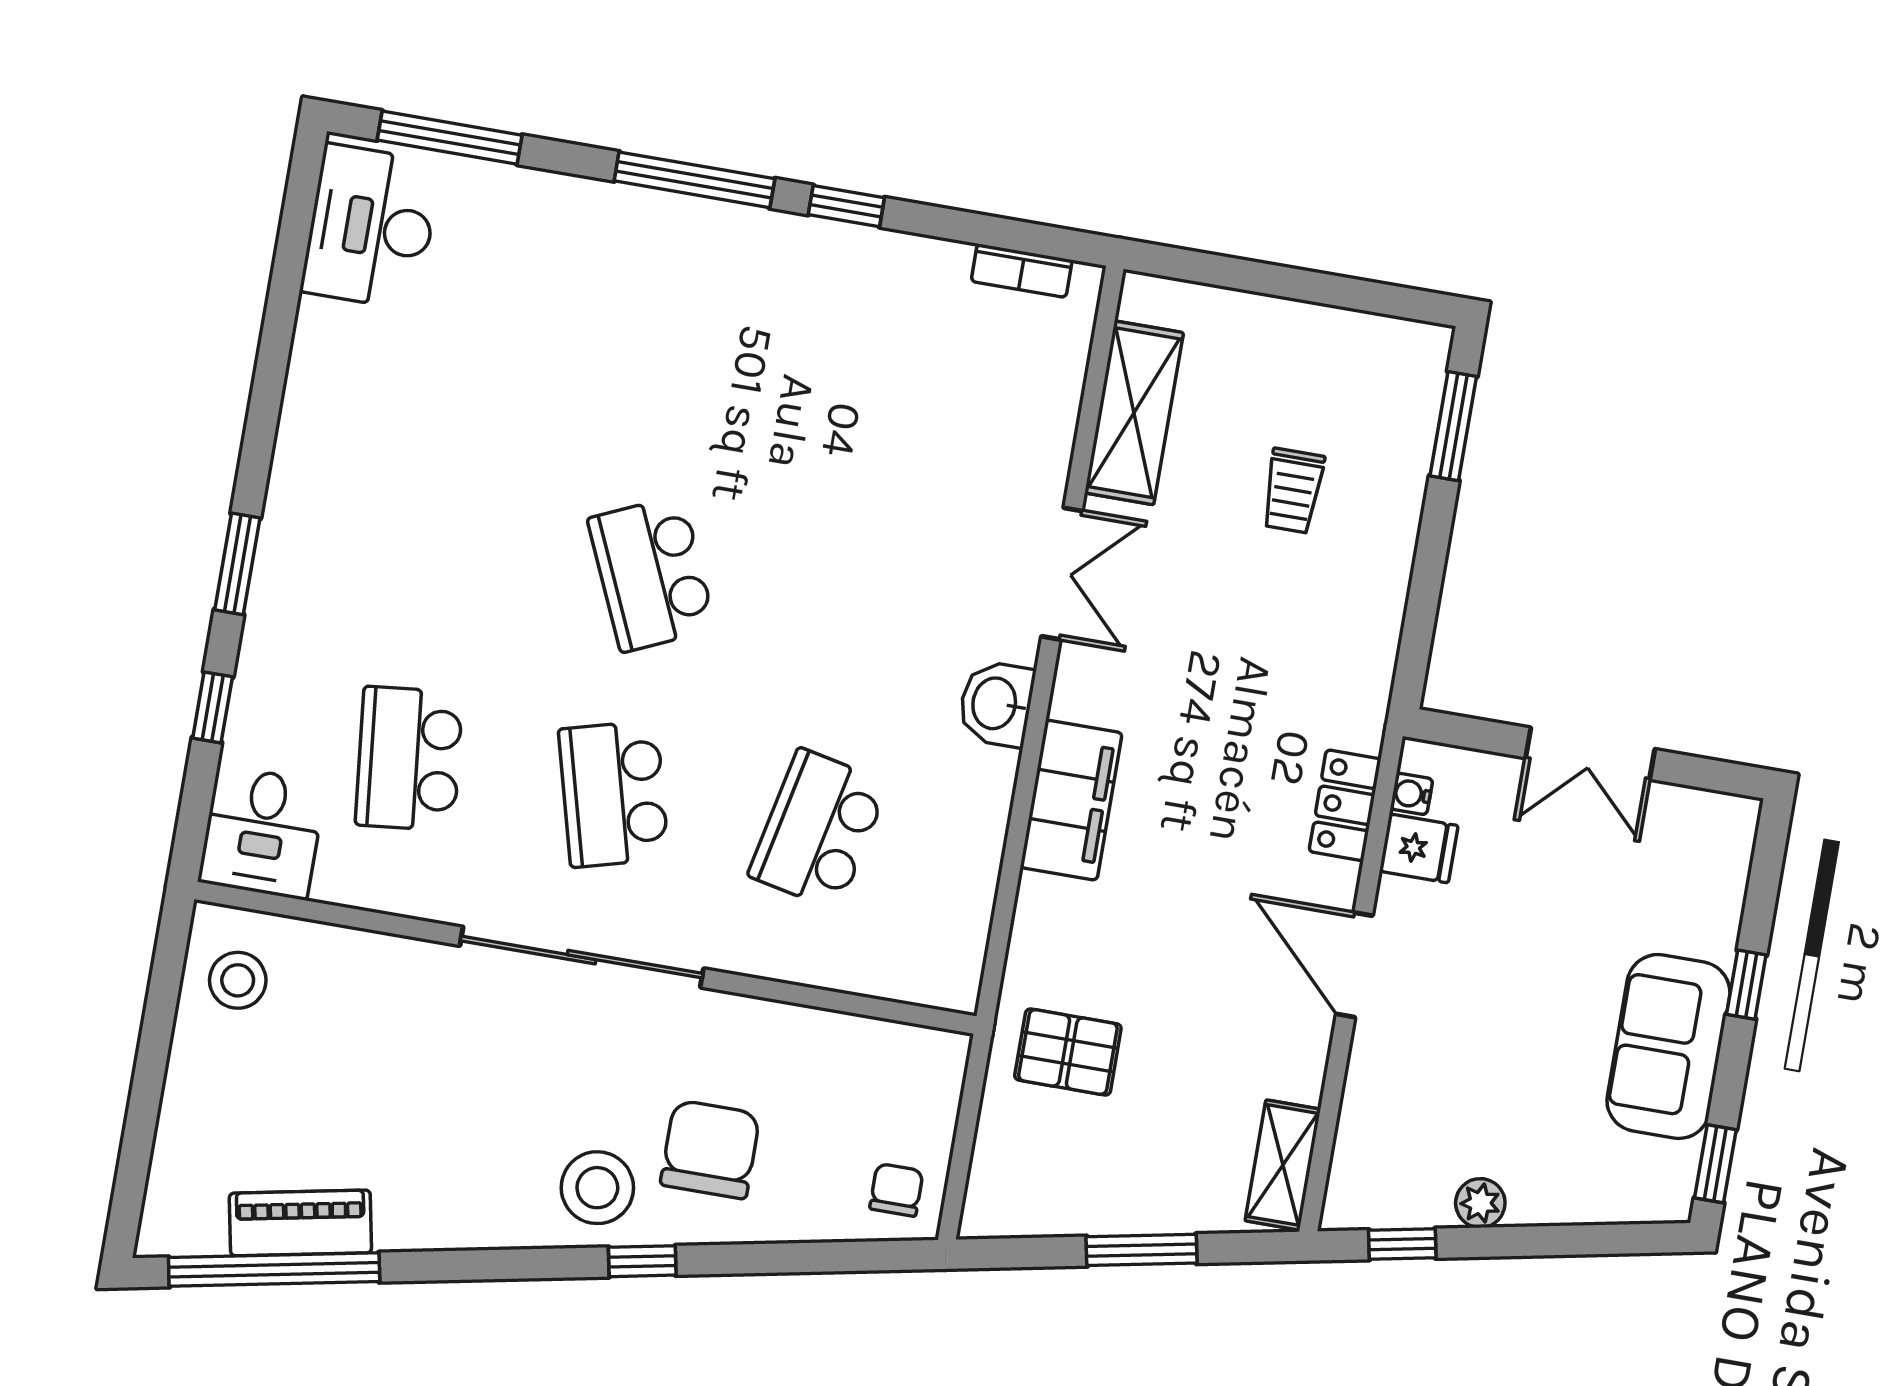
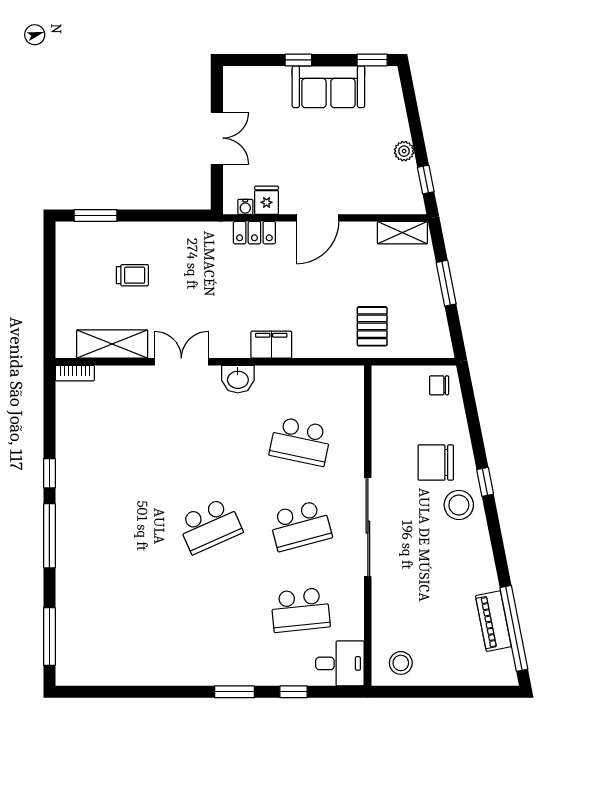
desk: (371, 227) -> (91, 662), removed
bookcase: (1022, 271) -> (75, 373), moved, turned 90
filing cabinet: (1071, 800) -> (271, 345), width x0.67, depth x0.86

